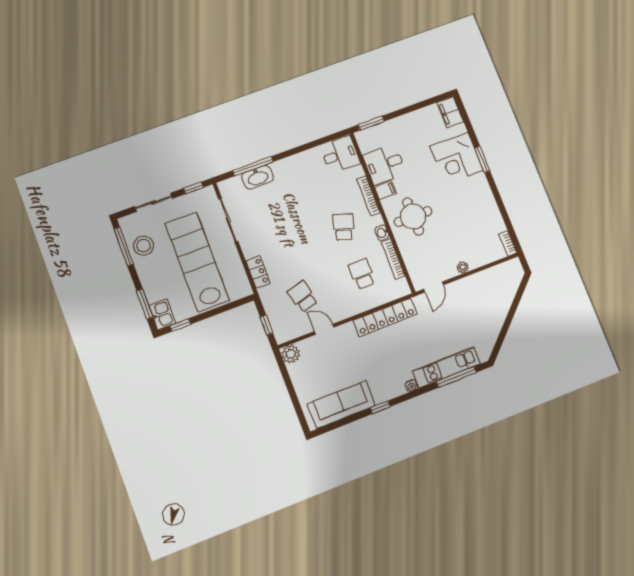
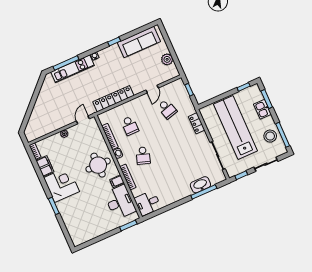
filing cabinet: (450, 112) -> (45, 166), moved
corner desk: (457, 158) -> (61, 185), moved
desk: (384, 164) -> (120, 202), width x1.37
lab bench: (197, 262) -> (236, 128), turned 180
kitchen sink: (162, 314) -> (262, 109), moved
door: (324, 329) -> (152, 89), hinge flipped
plant: (291, 354) -> (167, 59), moved

